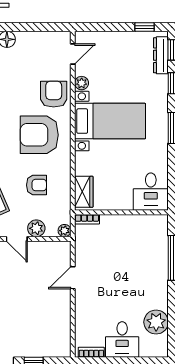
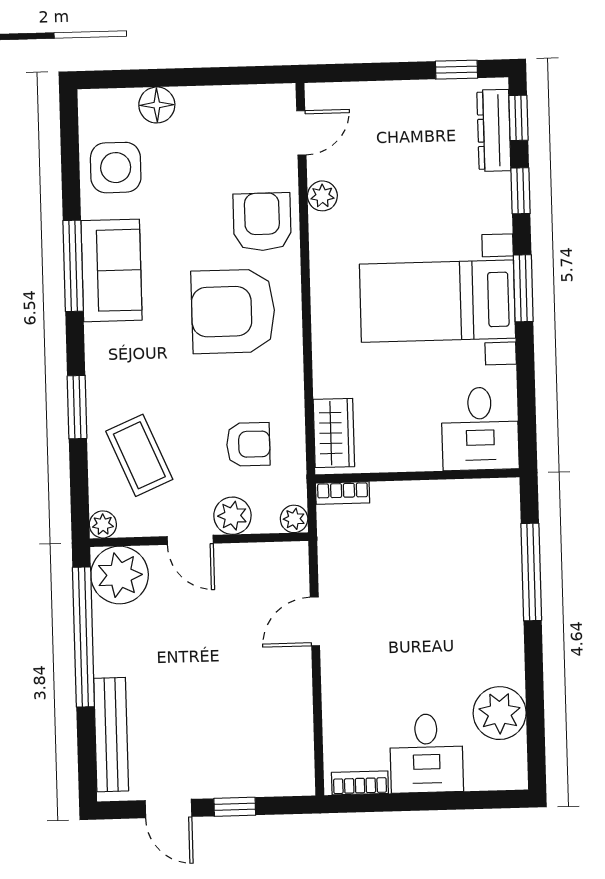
bed with nightstands: (110, 121) -> (437, 301), moved, turned 180
armchair: (36, 185) -> (248, 444), moved

